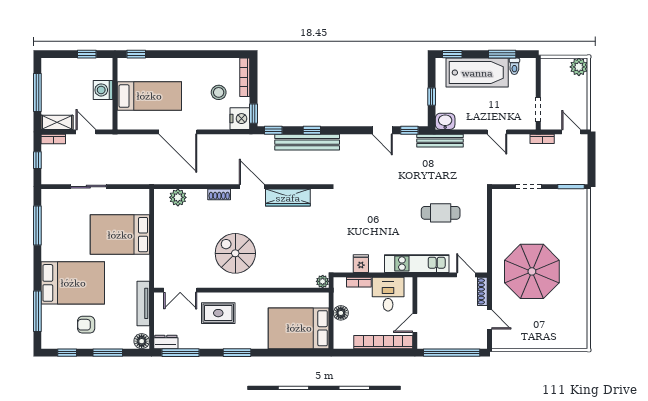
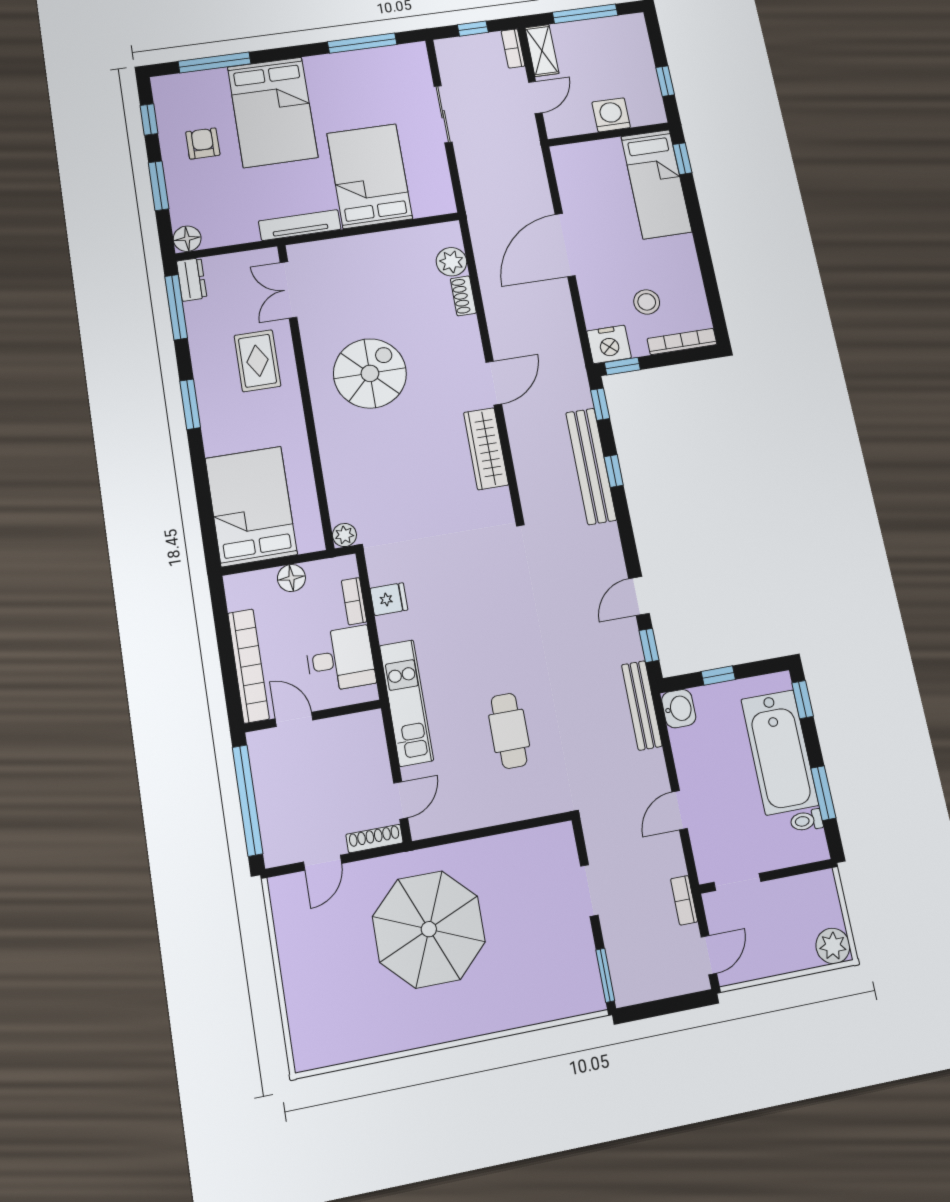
bed: (149, 96) -> (656, 184), moved
shoe rack: (219, 194) -> (463, 296), moved
tv unit: (143, 303) -> (300, 225), moved

